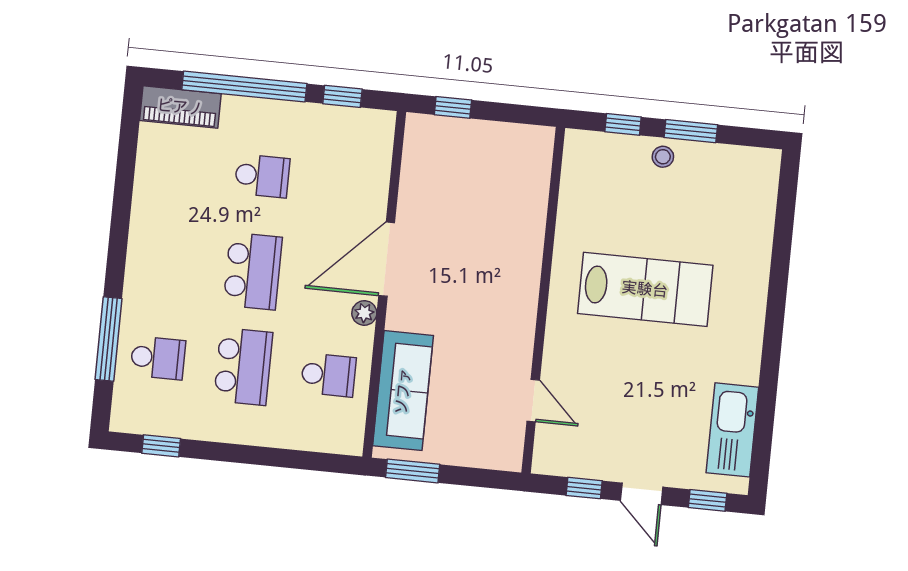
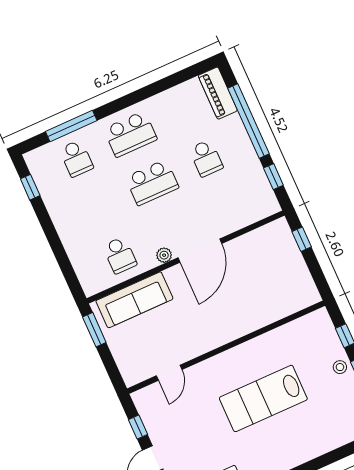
door: (387, 259) -> (200, 251), swing flipped
lab bench: (645, 289) -> (263, 398), turned 90
school desk: (243, 367) -> (130, 134), moved

